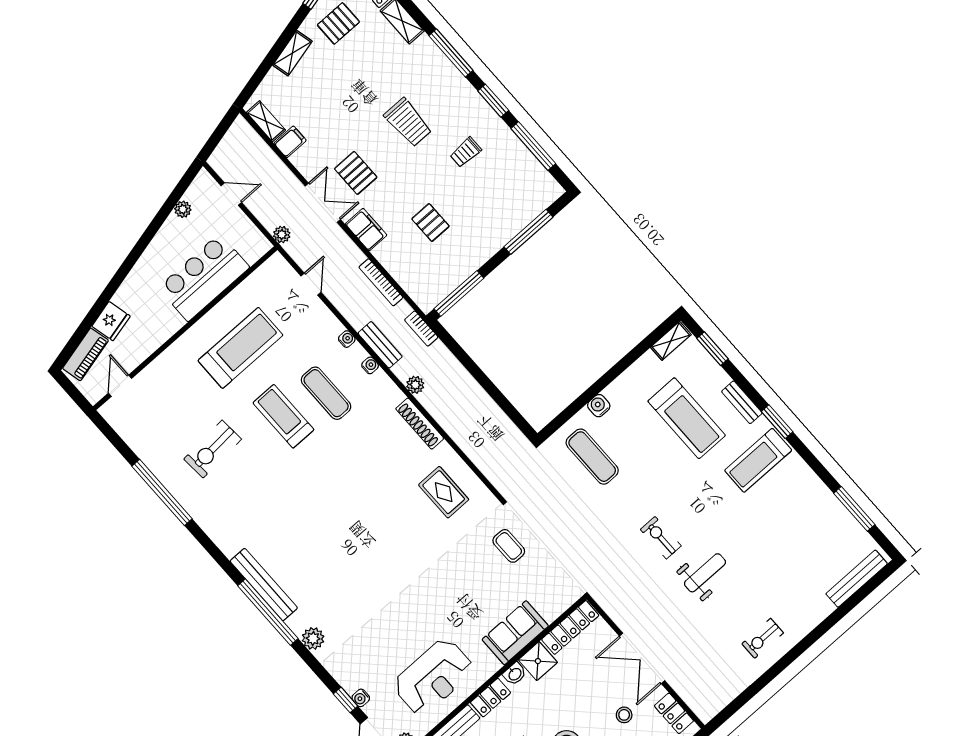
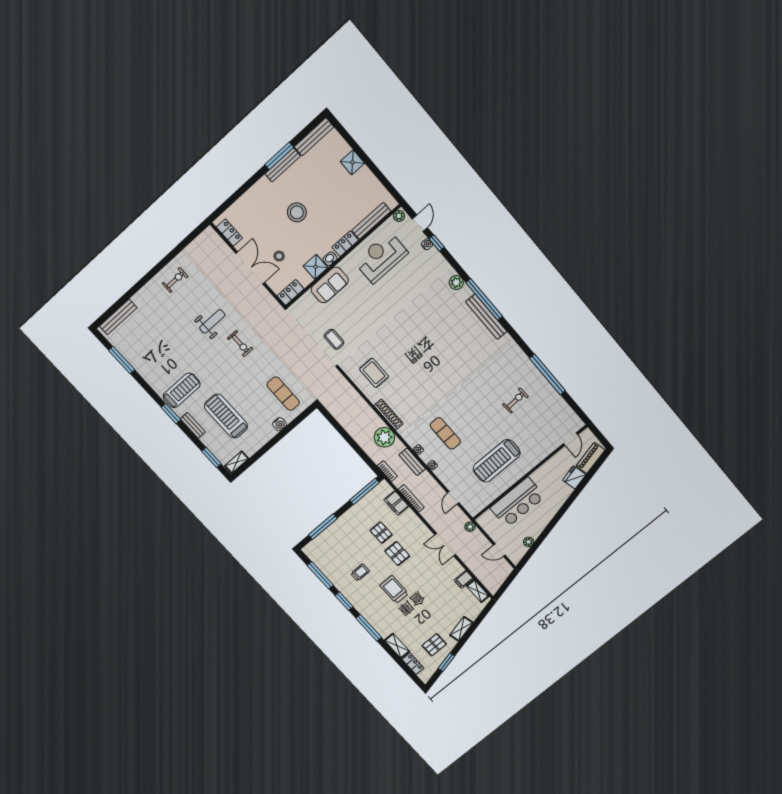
pallet: (356, 173) -> (397, 554), moved
filing cabinet: (366, 230) -> (396, 503), moved
plant: (415, 385) -> (384, 437), width x1.87, depth x1.87
treadmill: (283, 416) -> (472, 420), removed
exercise bike: (213, 449) -> (515, 400), width x0.73, depth x0.72
weight bench: (705, 573) -> (212, 321), turned 180
locker: (570, 627) -> (291, 292), width x0.66
stool: (624, 715) -> (279, 256), moved

